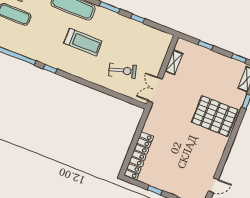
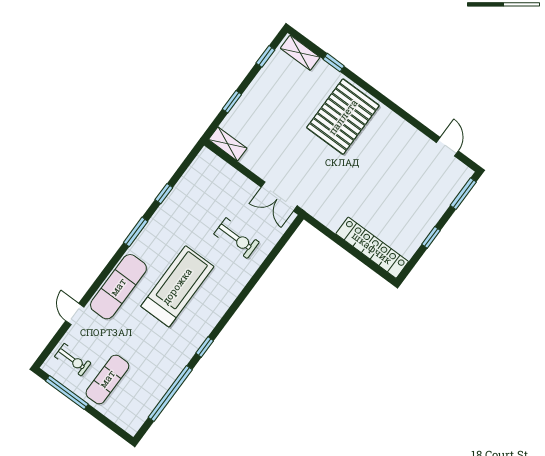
treadmill: (83, 42) -> (177, 286), width x1.37, depth x1.37
shelving: (174, 62) -> (228, 144), moved
exercise bike: (122, 71) -> (237, 238), turned 106

